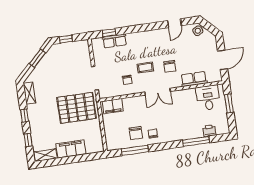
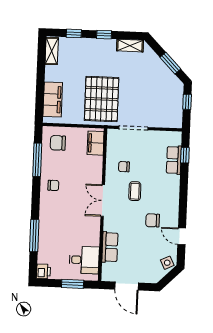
chair: (170, 66) -> (153, 220), moved
printer: (209, 131) -> (43, 271), moved
chair: (136, 133) -> (58, 143), moved
filing cabinet: (71, 149) -> (53, 100), moved

